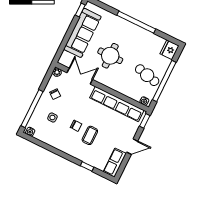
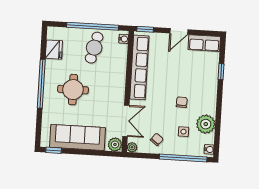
fridge: (170, 50) -> (54, 50), moved, turned -90
round table: (110, 56) -> (73, 90), moved
plant: (65, 60) -> (115, 144), added
double door: (80, 76) -> (126, 121), swing flipped
coffee table: (90, 135) -> (186, 83), removed
plant: (51, 137) -> (206, 124), added
door: (132, 147) -> (179, 31), swing flipped

